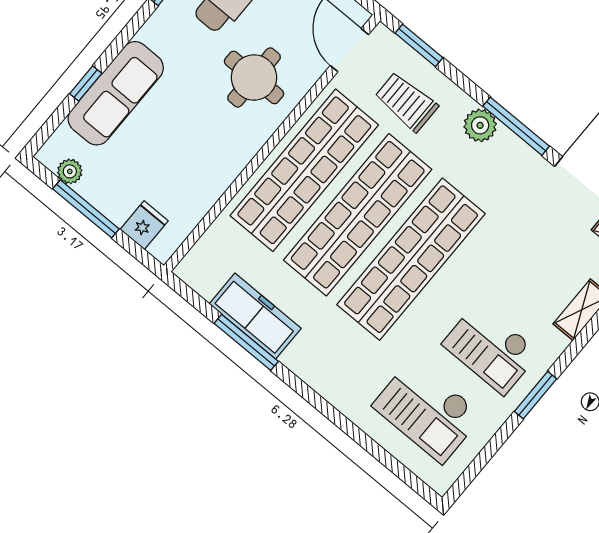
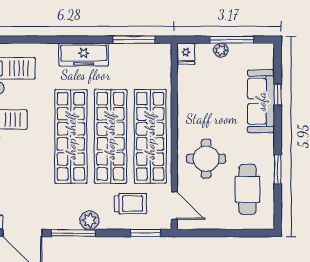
plant: (70, 171) -> (221, 50), moved
fridge: (144, 225) -> (186, 54), moved
freezer: (255, 316) -> (84, 55), moved
window: (246, 342) -> (134, 40), moved

